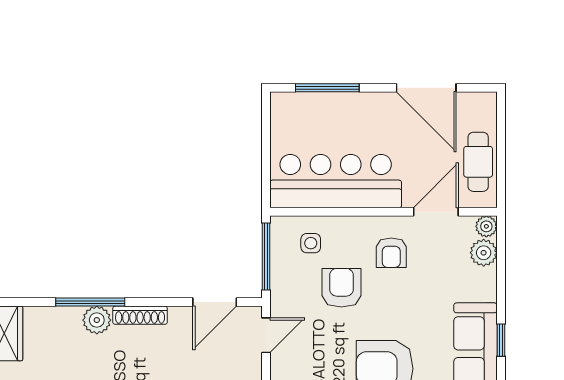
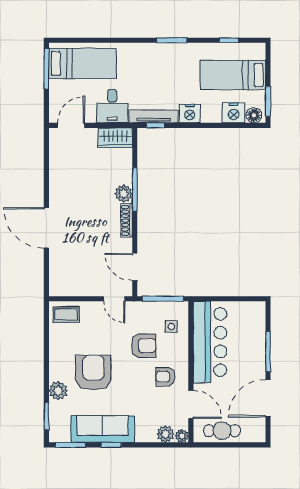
window: (327, 88) -> (268, 351), moved

